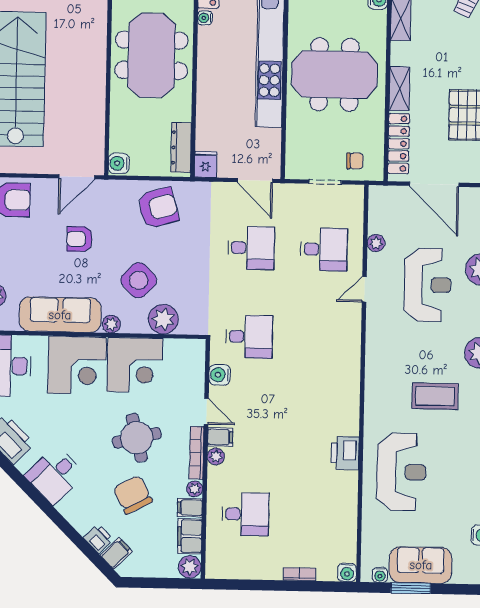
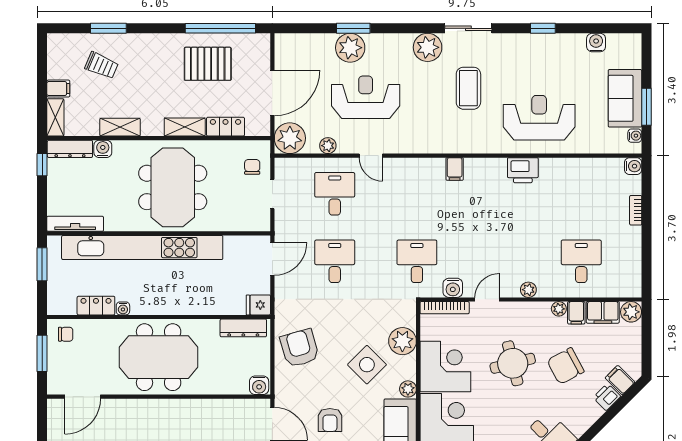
locker: (399, 144) -> (225, 127), width x0.66
plant: (385, 202) -> (290, 138), added
filing cabinet: (220, 437) -> (455, 169), moved, turned 180
bookcase: (197, 453) -> (445, 308), moved

